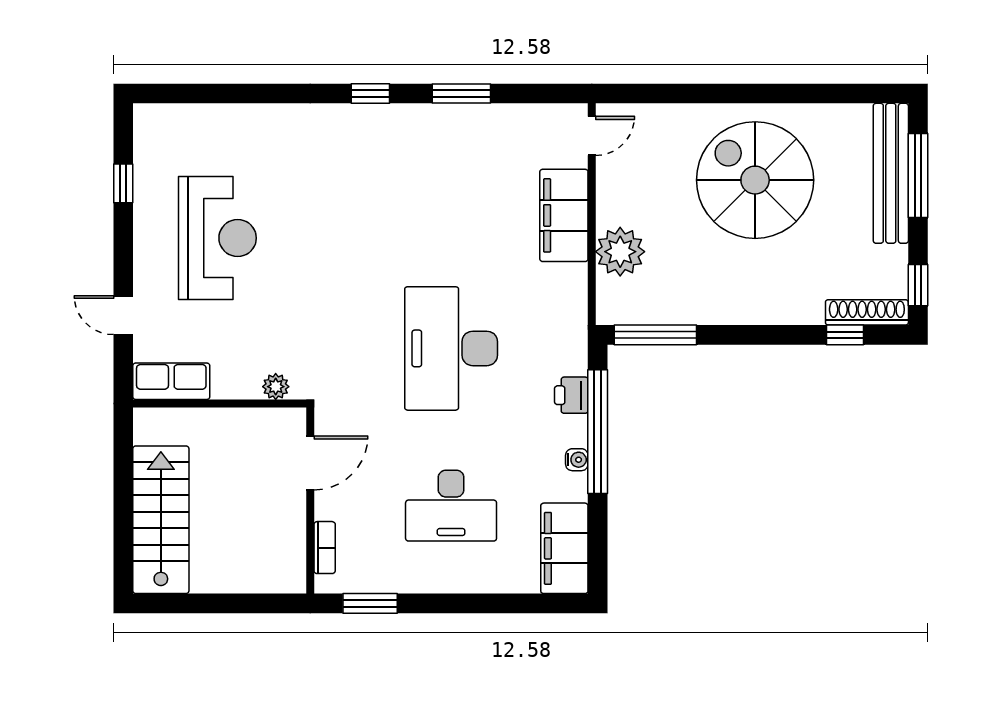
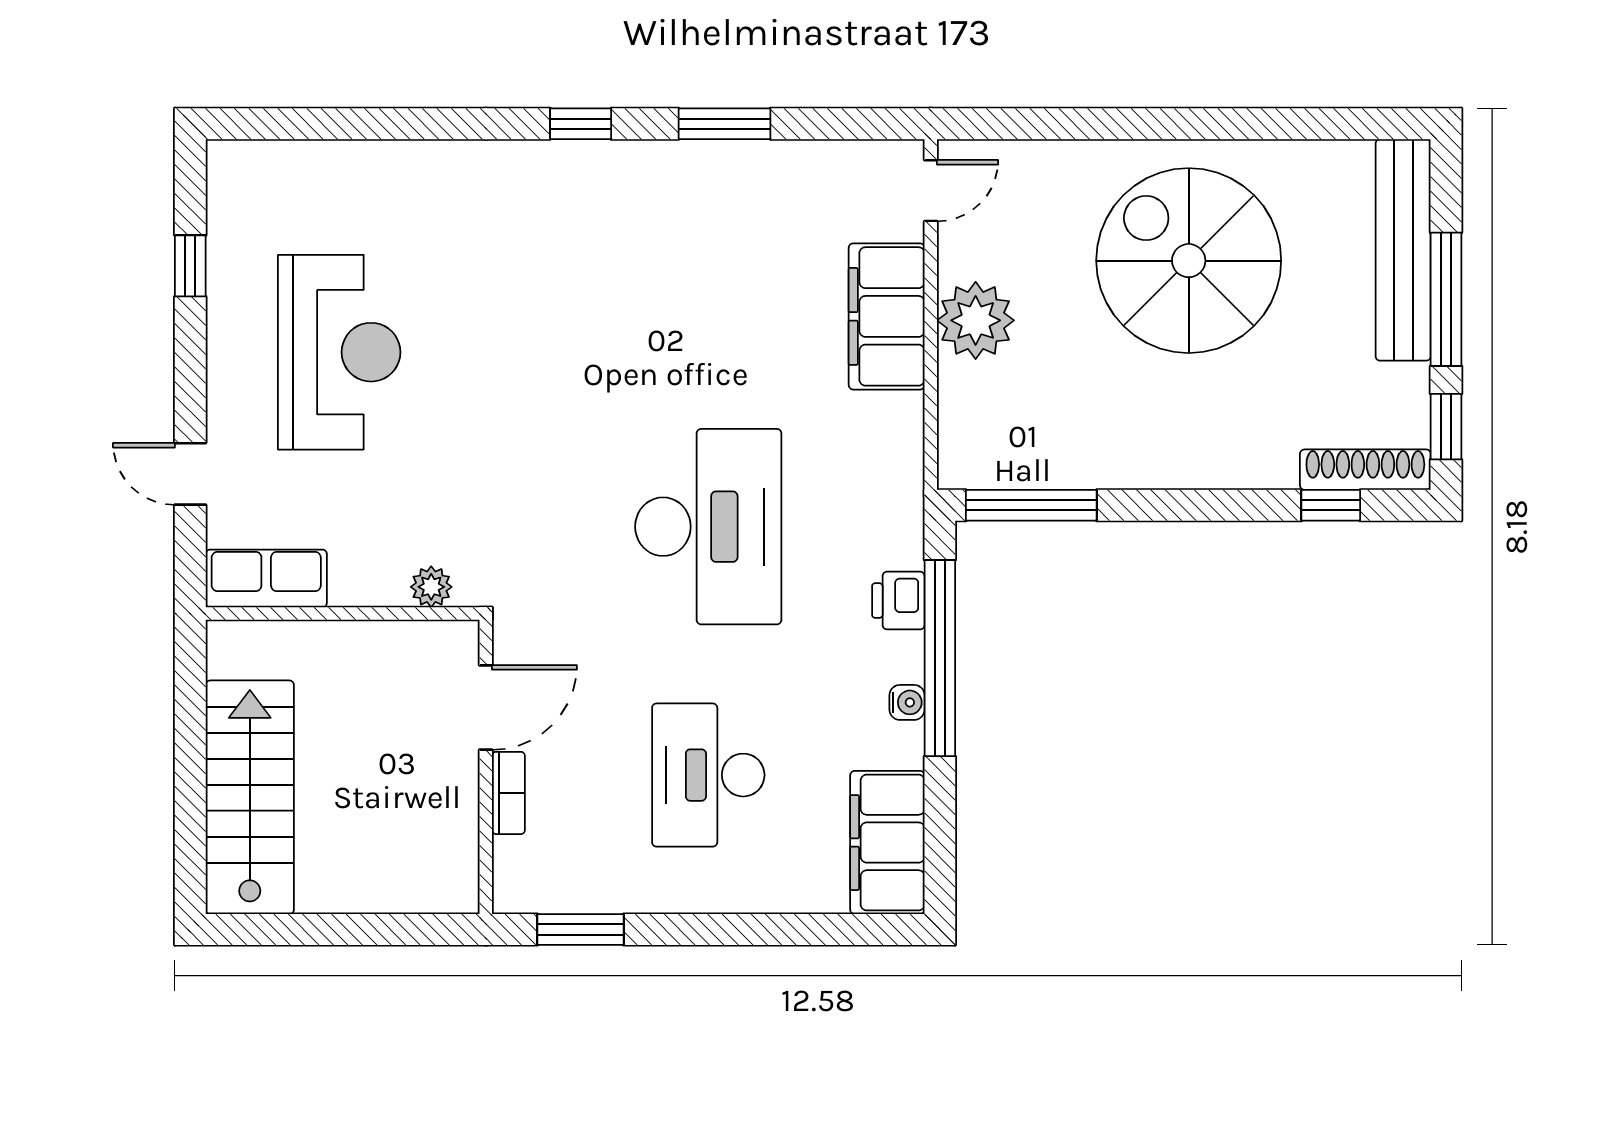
window: (918, 175) -> (1446, 299), moved
plant: (620, 252) -> (976, 320), moved
desk: (451, 348) -> (708, 527), turned 180
desk: (451, 506) -> (708, 775), turned 90
bookcase: (325, 548) -> (508, 793), moved

